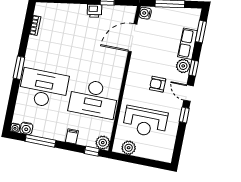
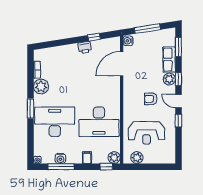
plant: (36, 45) -> (41, 87), added
water cooler: (26, 128) -> (60, 158), moved

